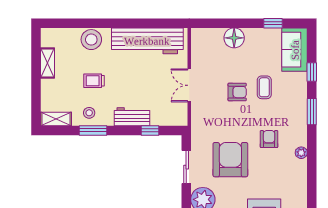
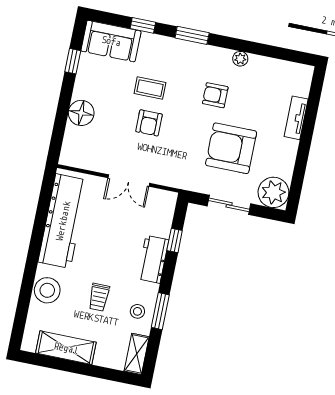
shelving: (47, 63) -> (66, 348), width x1.50, depth x1.33
armchair: (237, 92) -> (149, 123), turned 180

